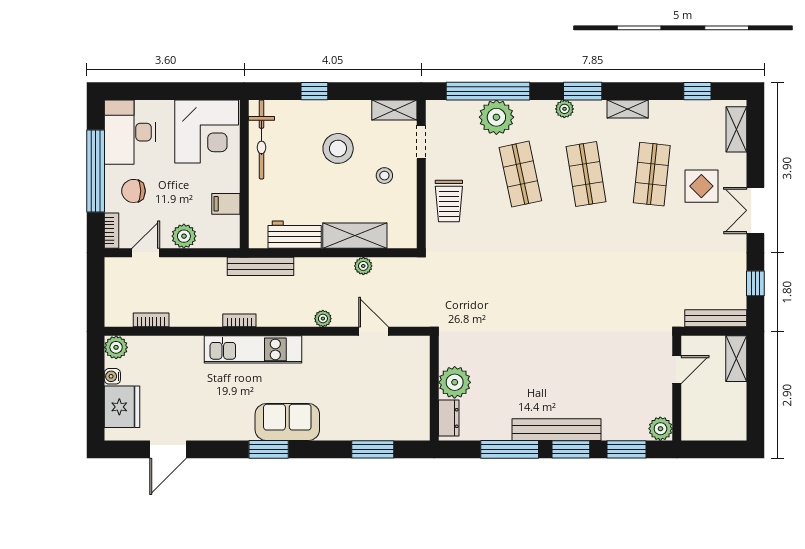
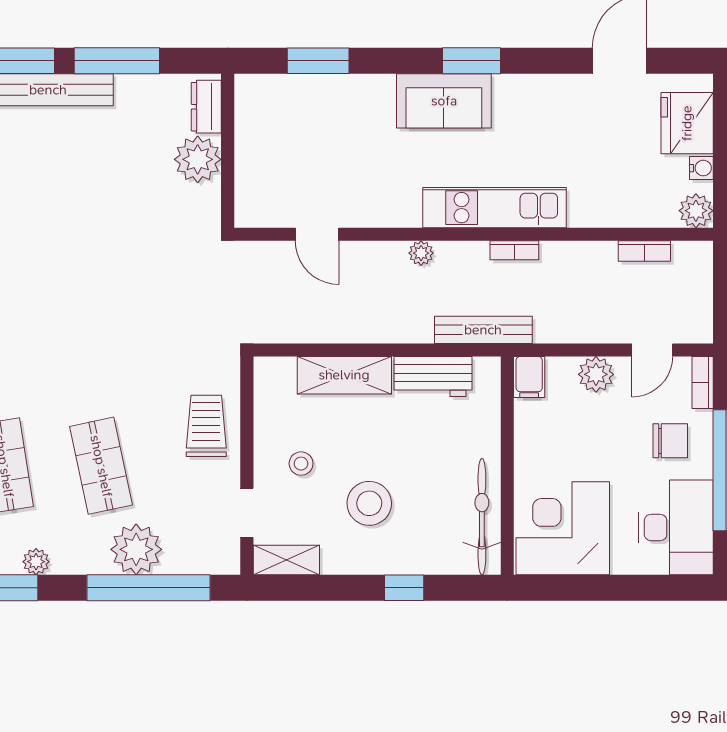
filing cabinet: (226, 204) -> (529, 377), moved, turned 90
plant: (363, 266) -> (332, 331), removed
plant: (323, 319) -> (421, 253), moved

